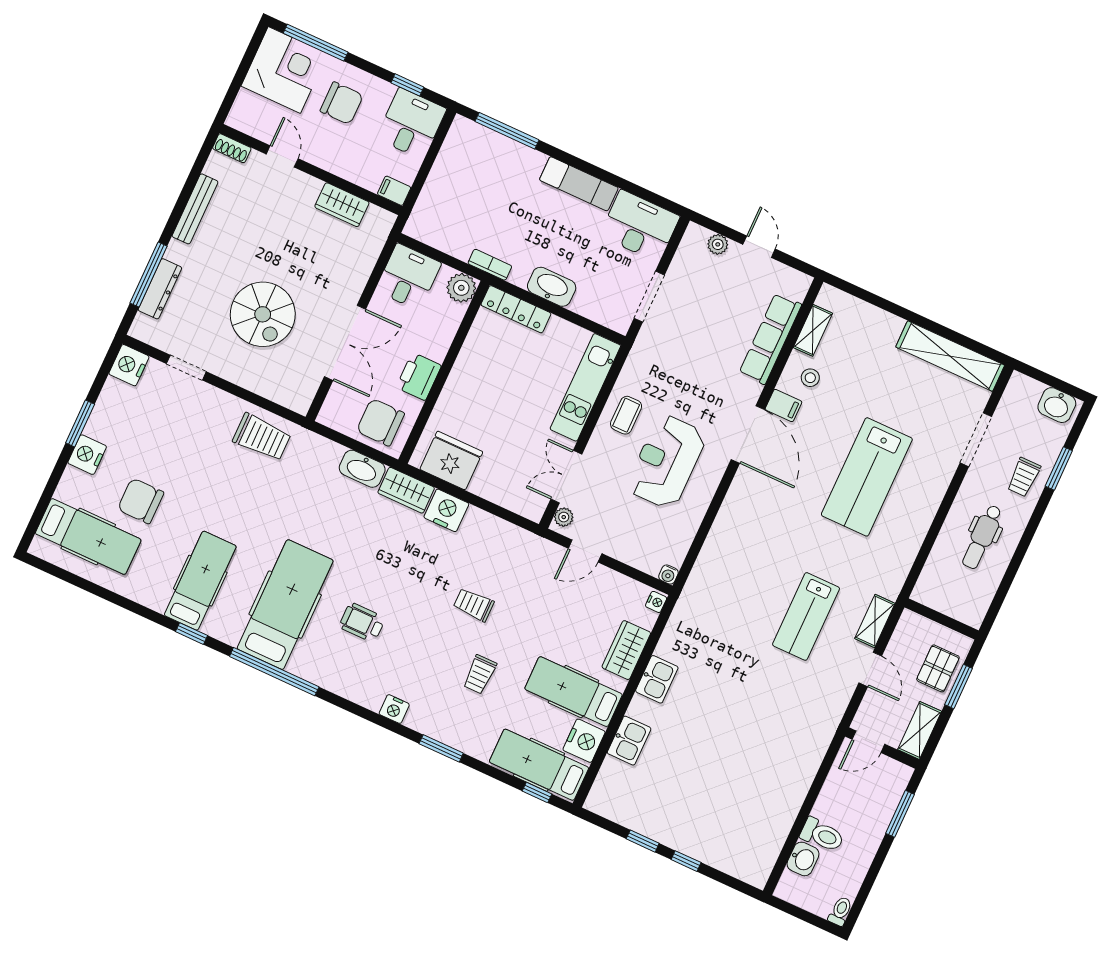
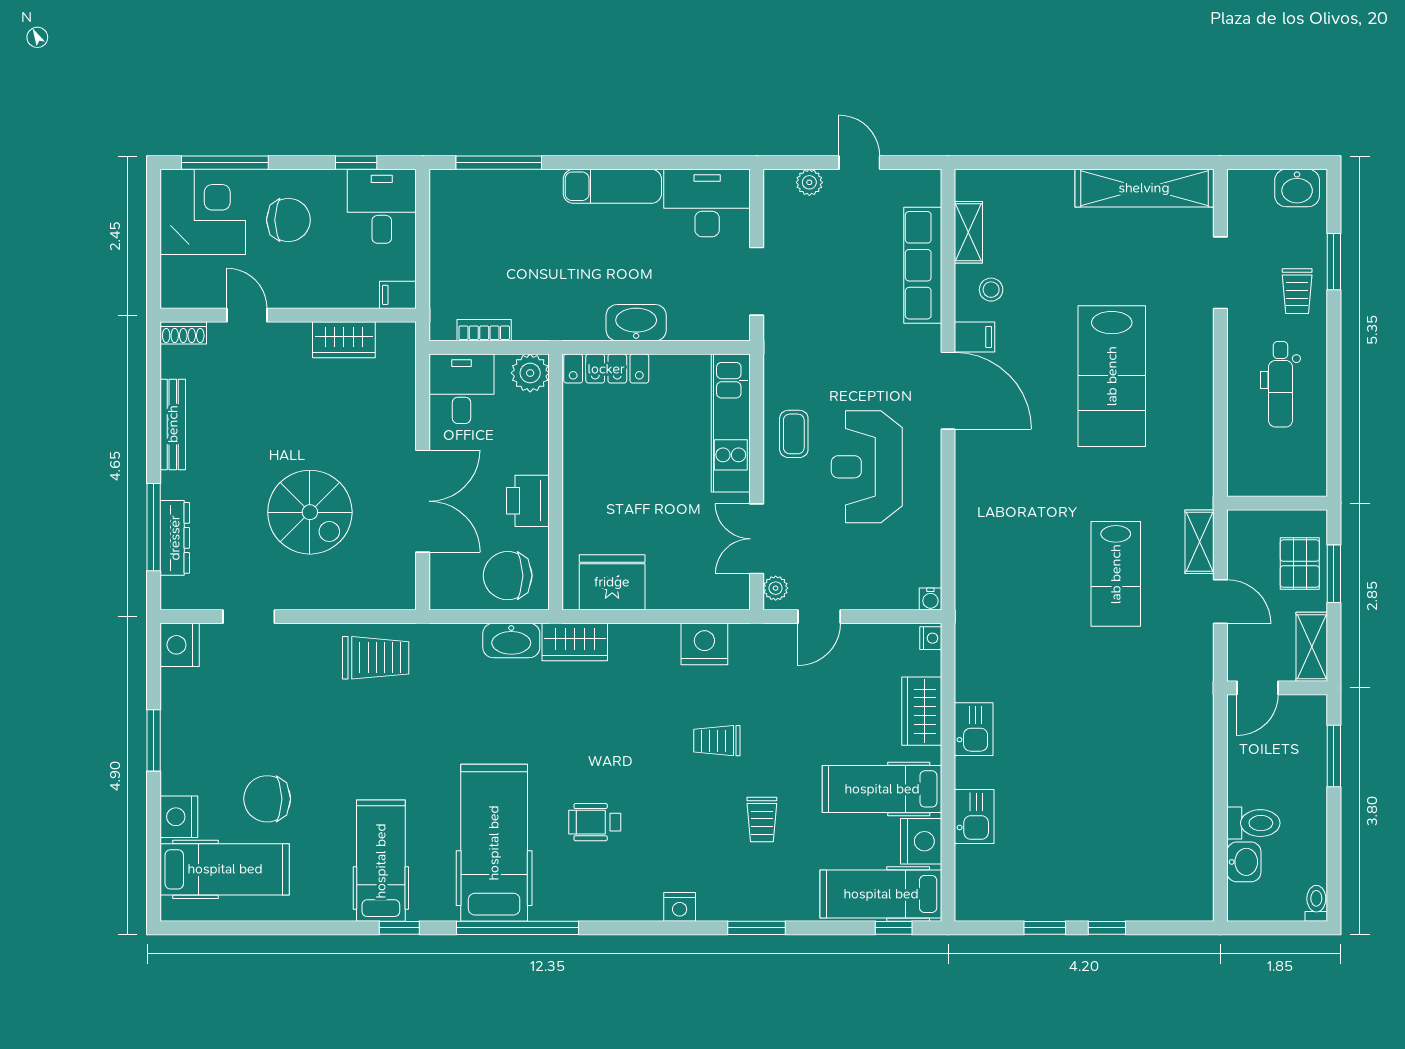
bookcase: (490, 265) -> (484, 330), moved
nightstand: (87, 455) -> (179, 817), moved
nightstand: (446, 510) -> (704, 644), moved

